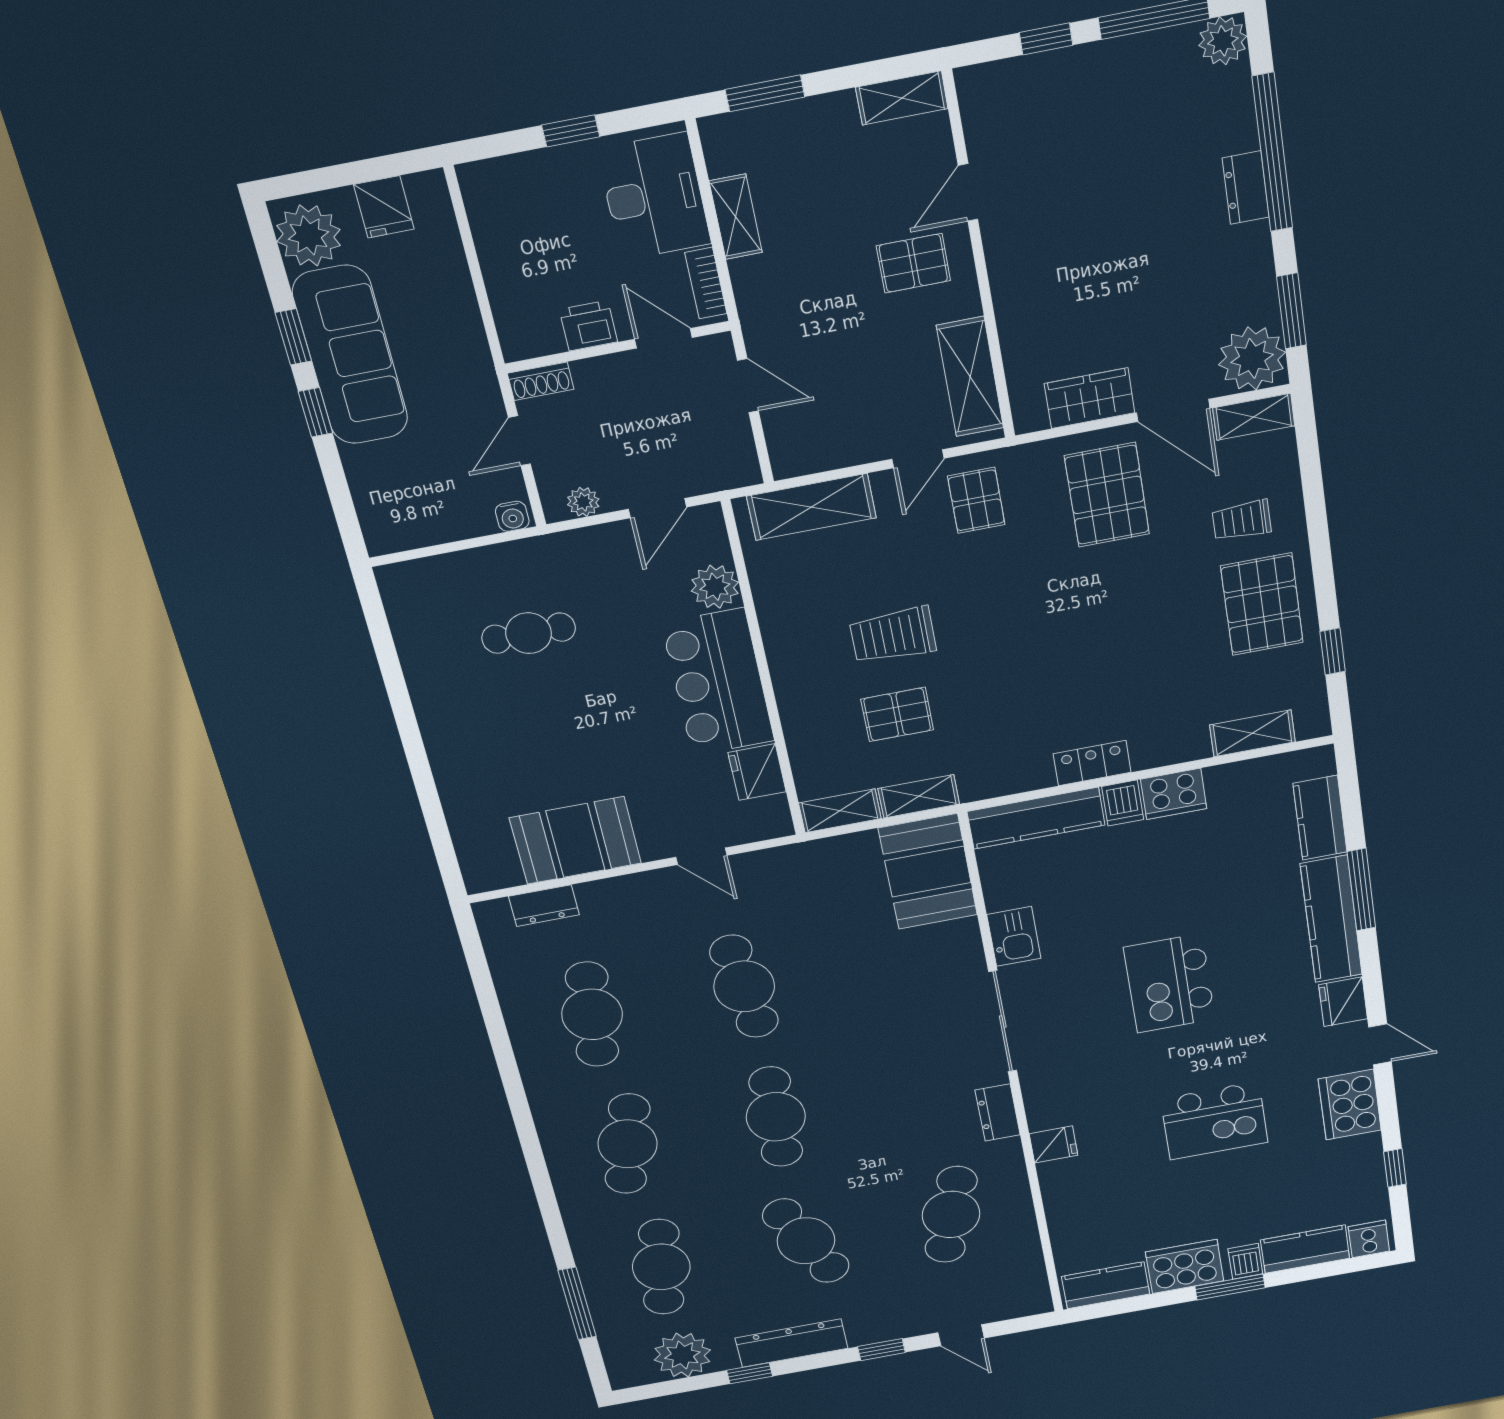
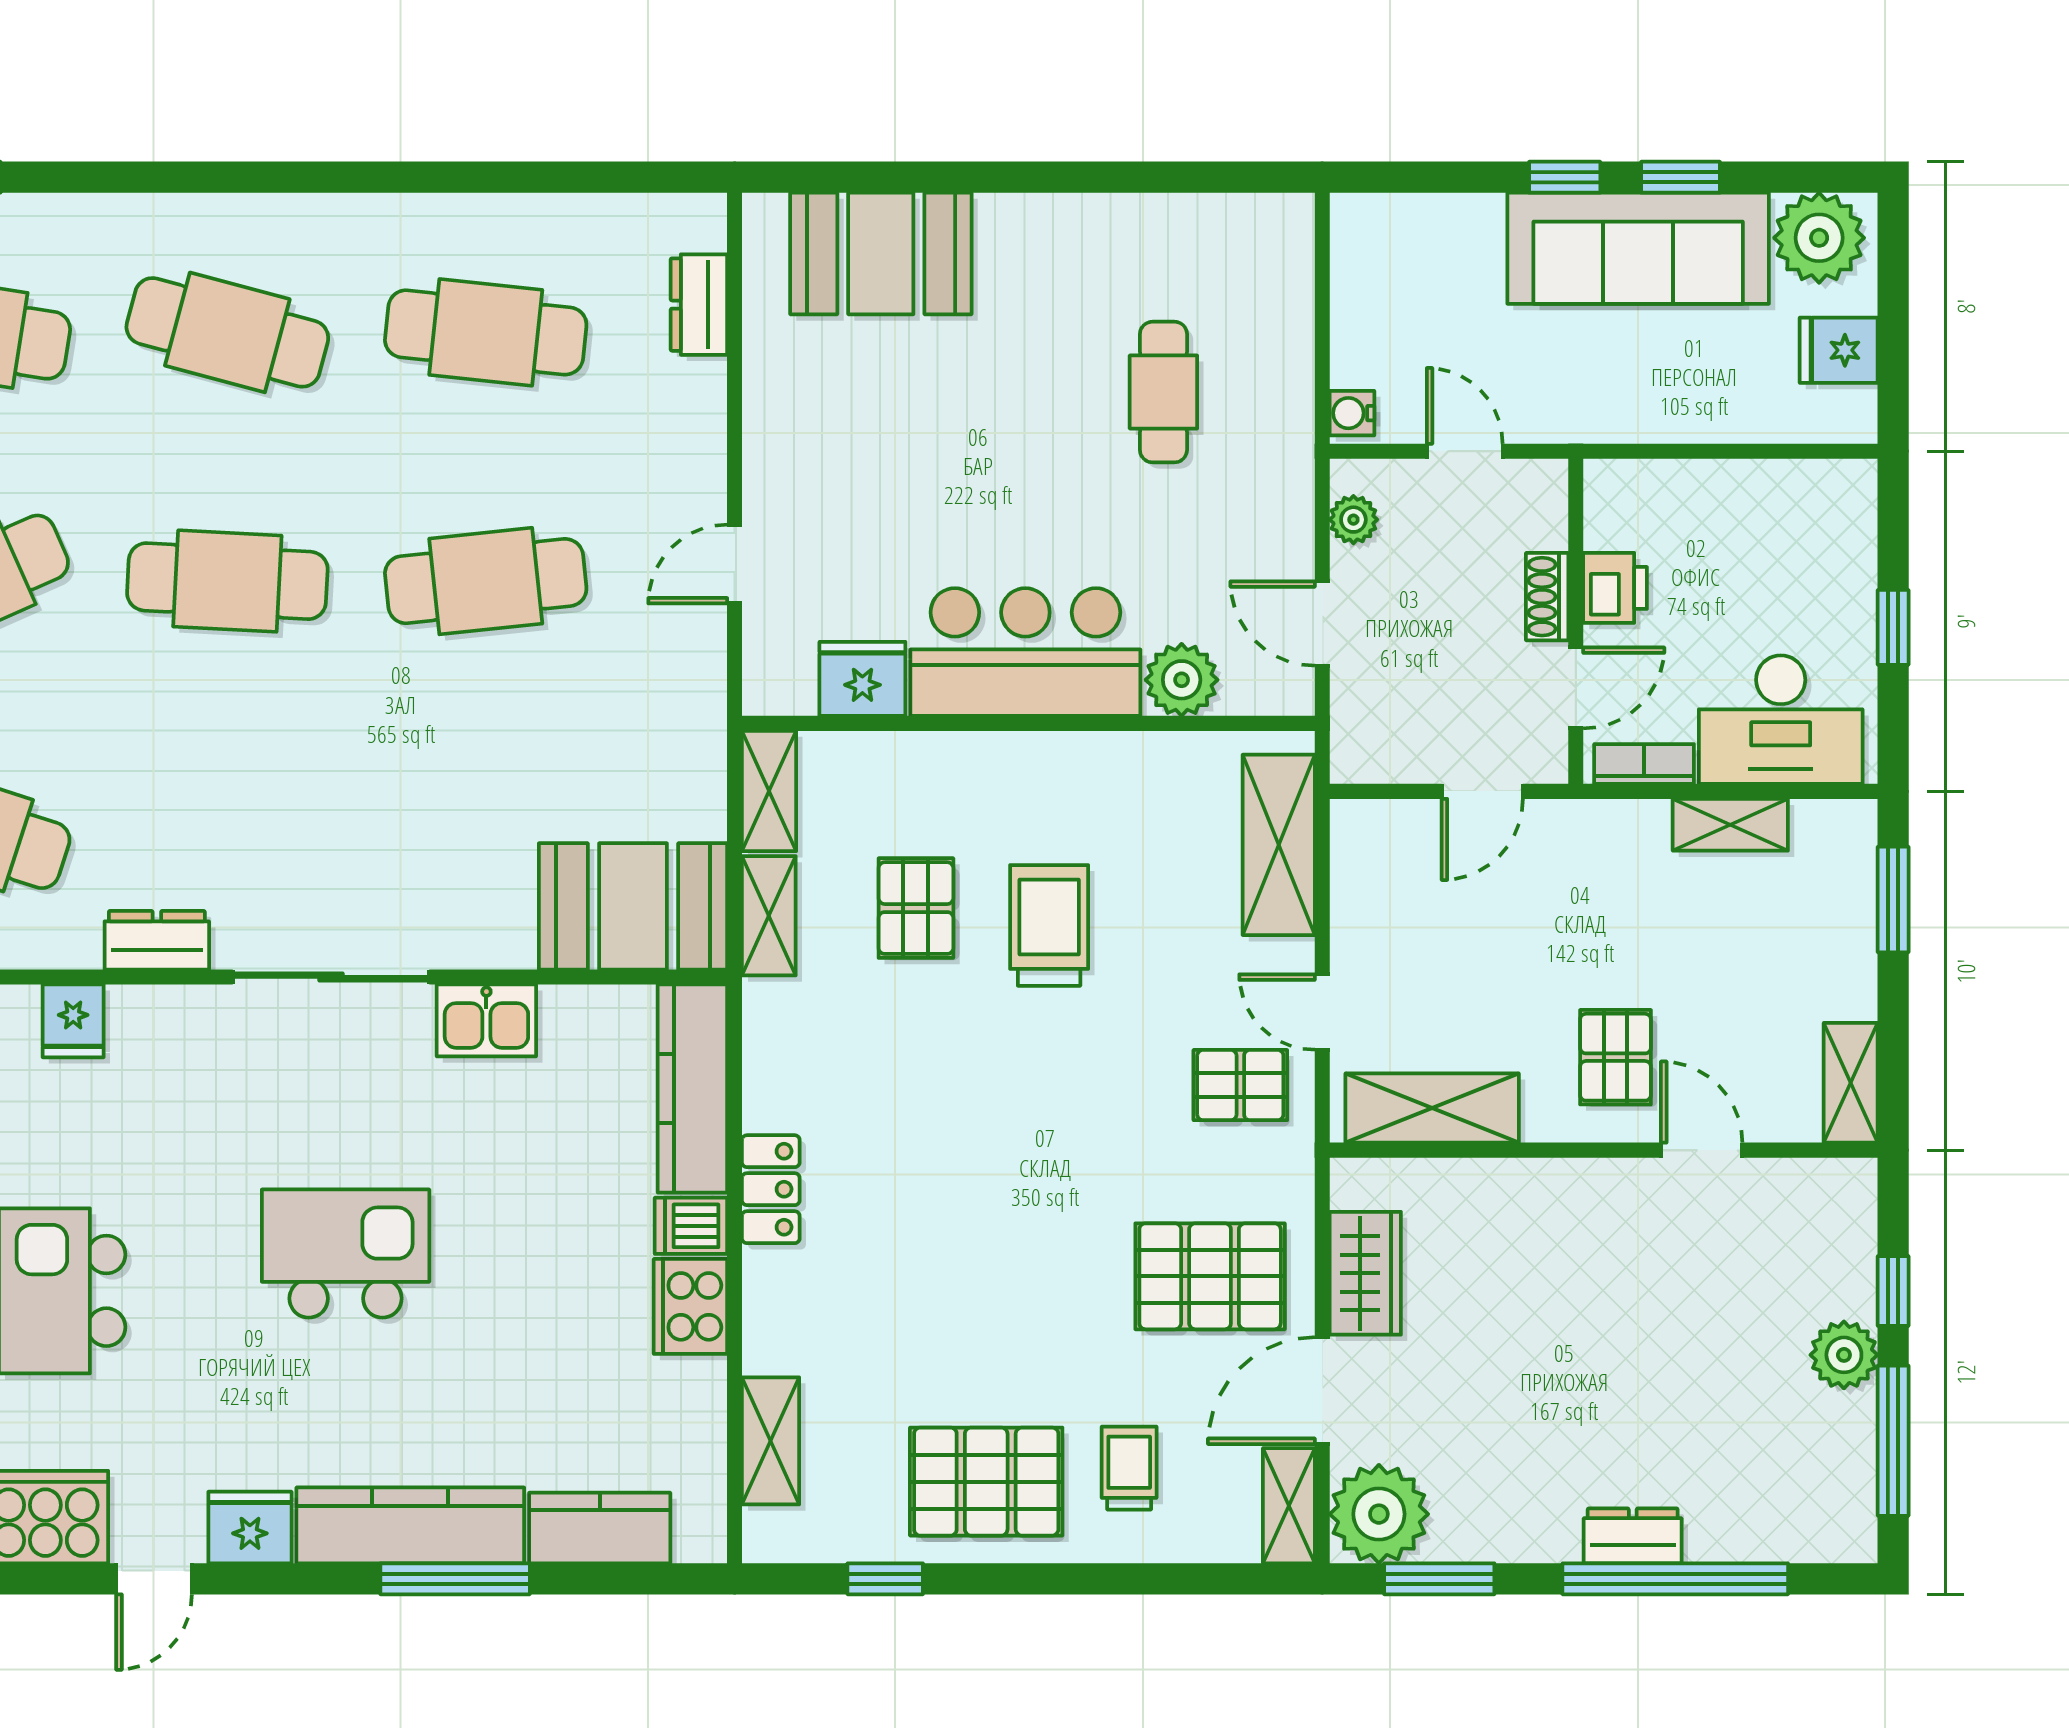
plant: (1223, 41) -> (1844, 1355), moved
shoe rack: (541, 381) -> (1547, 597), moved
booth: (575, 840) -> (881, 253), moved, turned 90

